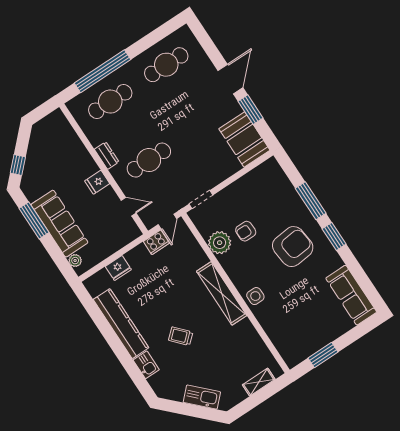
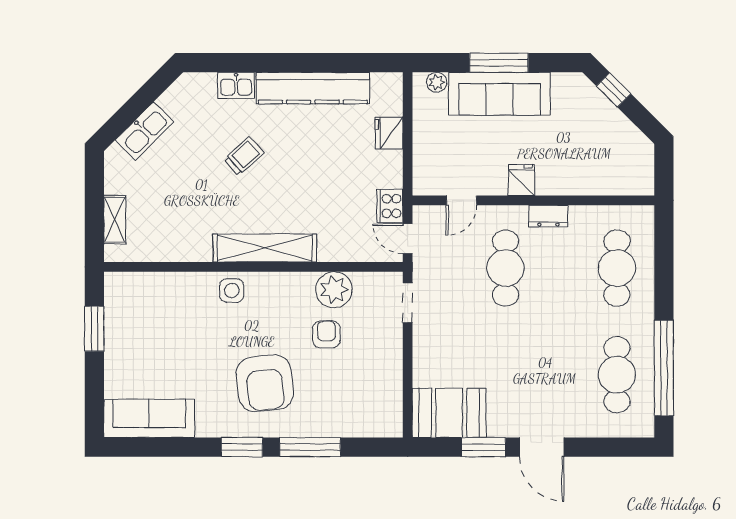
window: (103, 71) -> (664, 368), moved
window: (34, 220) -> (499, 63), moved

